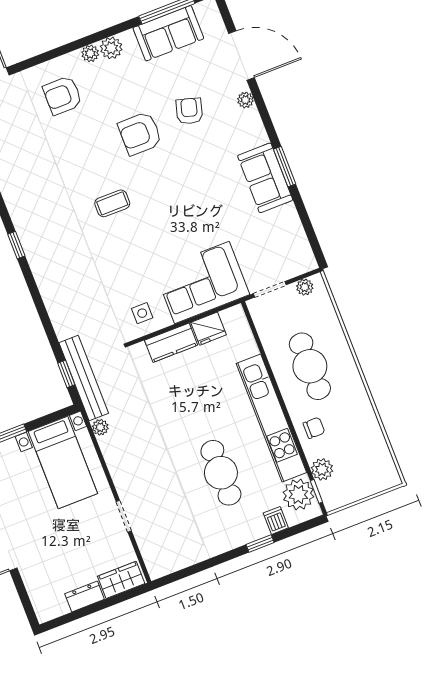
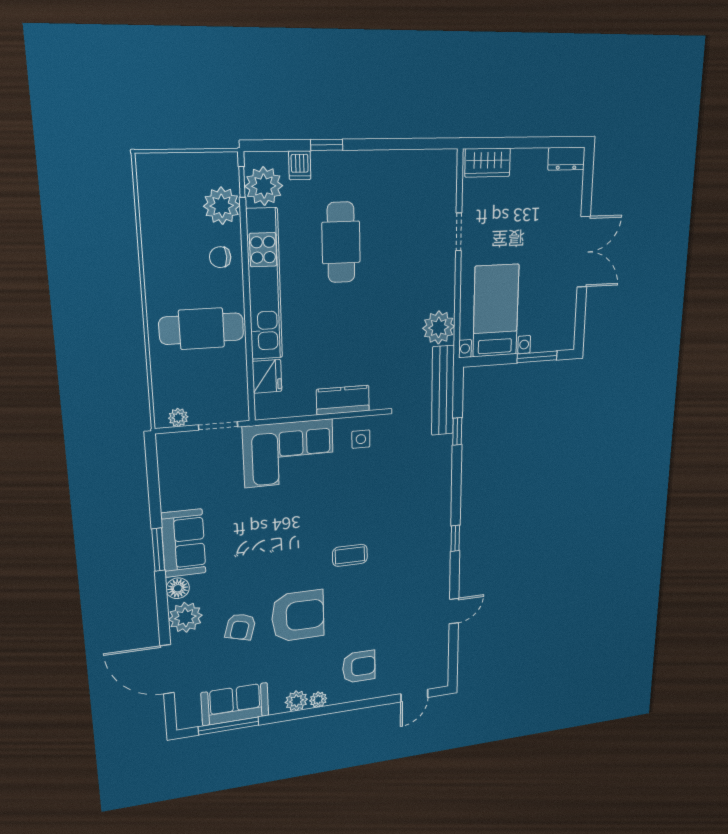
plant: (245, 100) -> (185, 617), width x1.88, depth x1.88
armchair: (140, 134) -> (298, 616), width x1.36, depth x1.36
floor lamp: (257, 135) -> (178, 588), added
fridge: (208, 329) -> (267, 376), moved, turned 90
cafe table: (310, 366) -> (202, 329), turned 90
window: (66, 374) -> (457, 431), moved
plant: (100, 427) -> (439, 327), width x1.88, depth x1.88
plant: (322, 469) -> (222, 206), width x1.36, depth x1.36
dresser: (85, 596) -> (566, 159), moved

